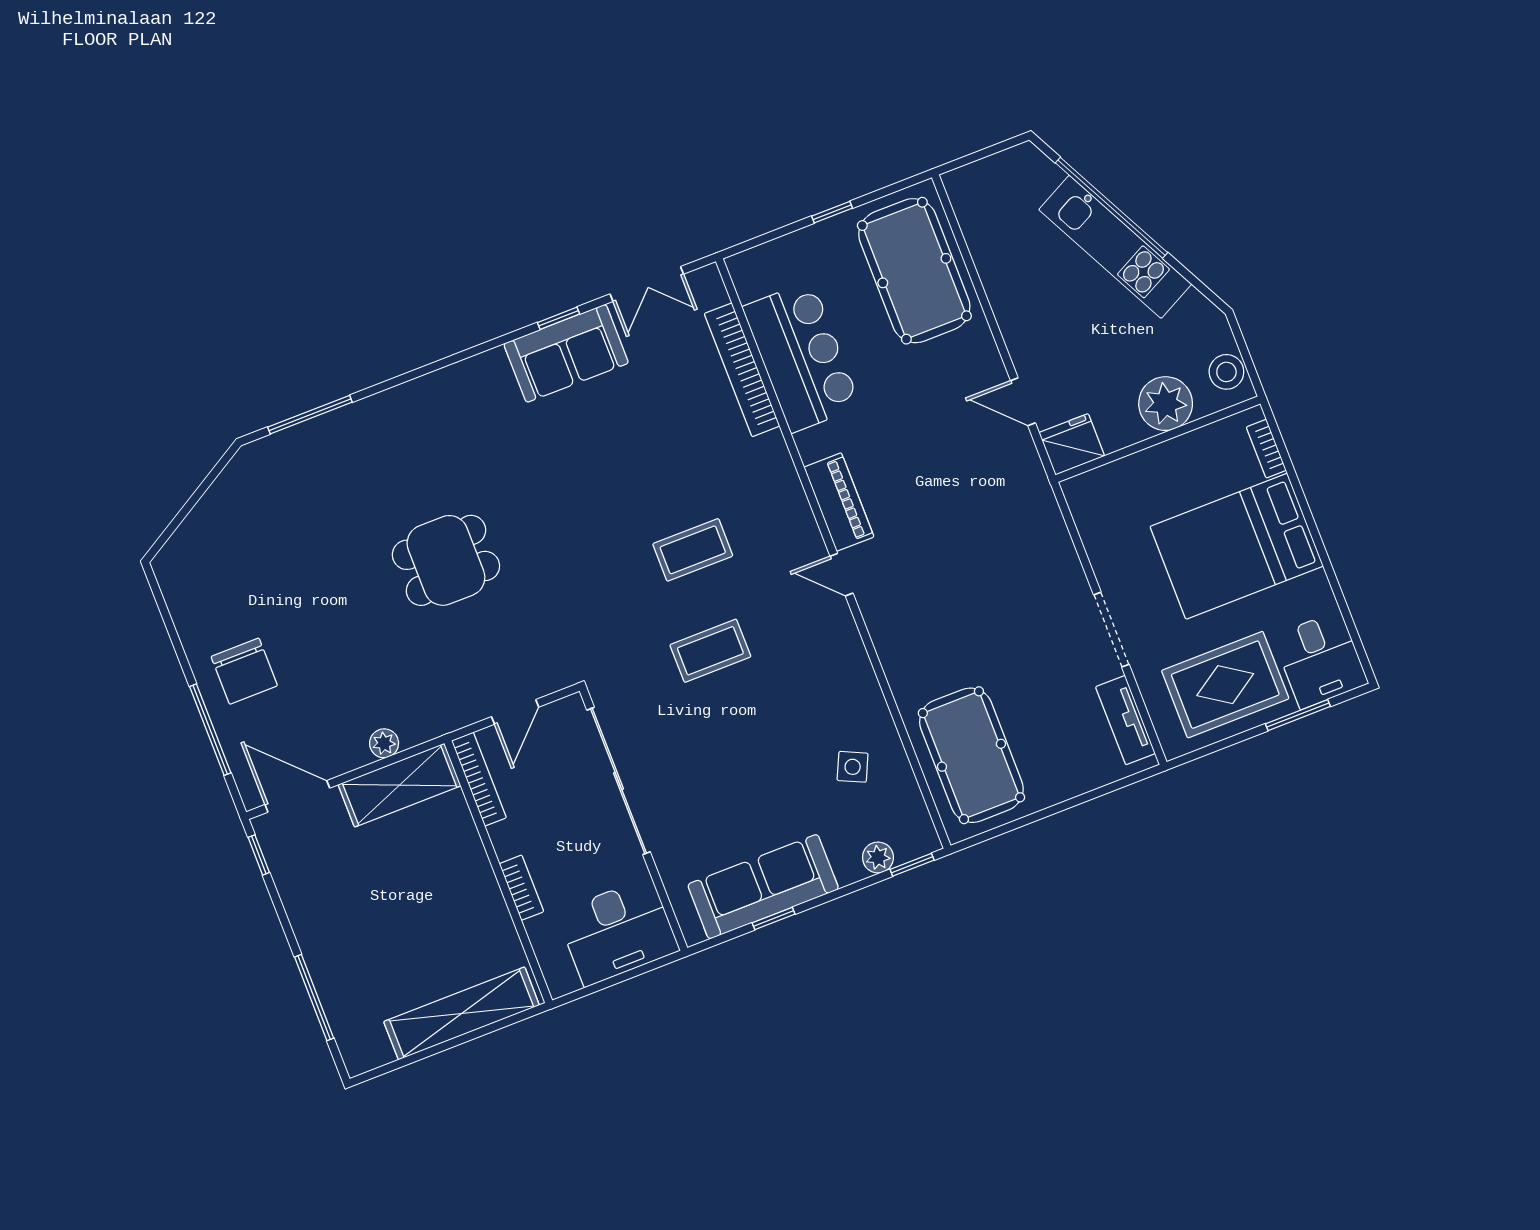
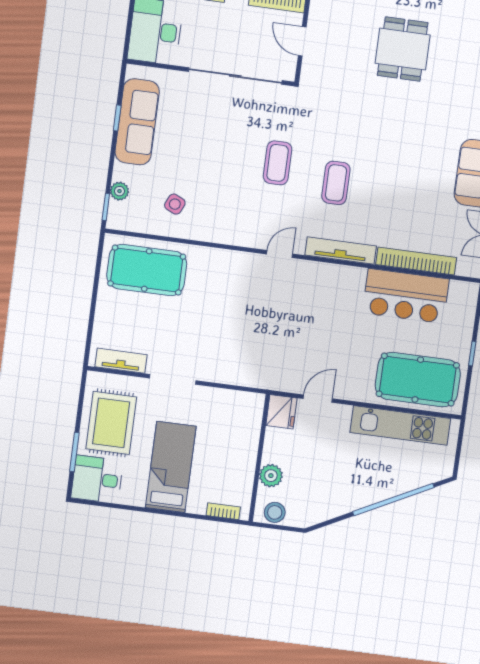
kitchen unit: (1115, 247) -> (400, 425), moved, turned -153
plant: (1166, 404) -> (271, 476), width x0.73, depth x0.73
tv unit: (787, 489) -> (341, 250), added
piano: (839, 502) -> (319, 274), removed
bed: (1237, 546) -> (171, 467), width x0.67

